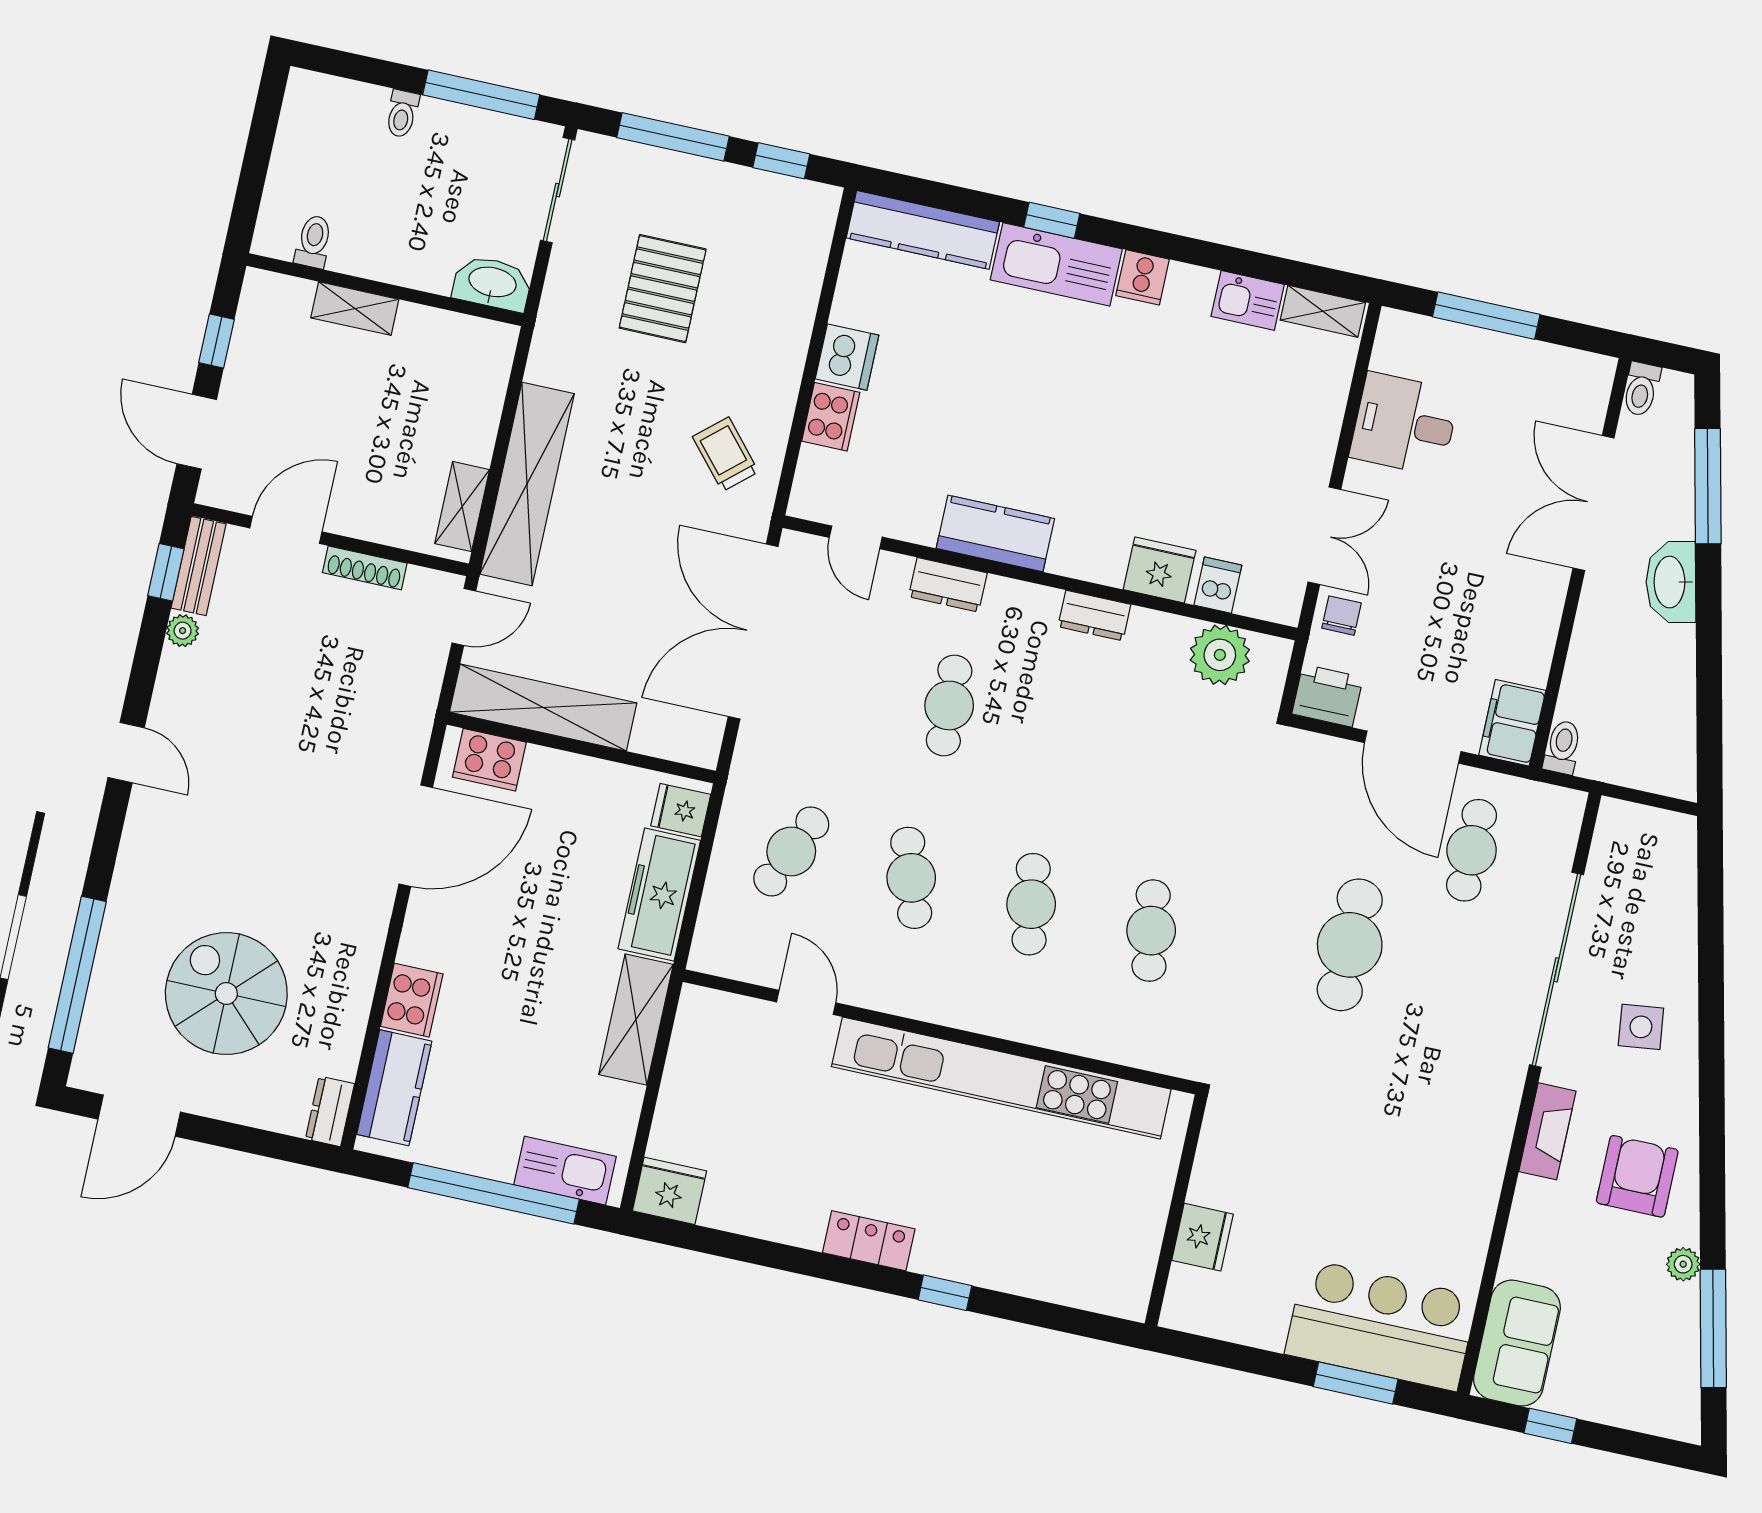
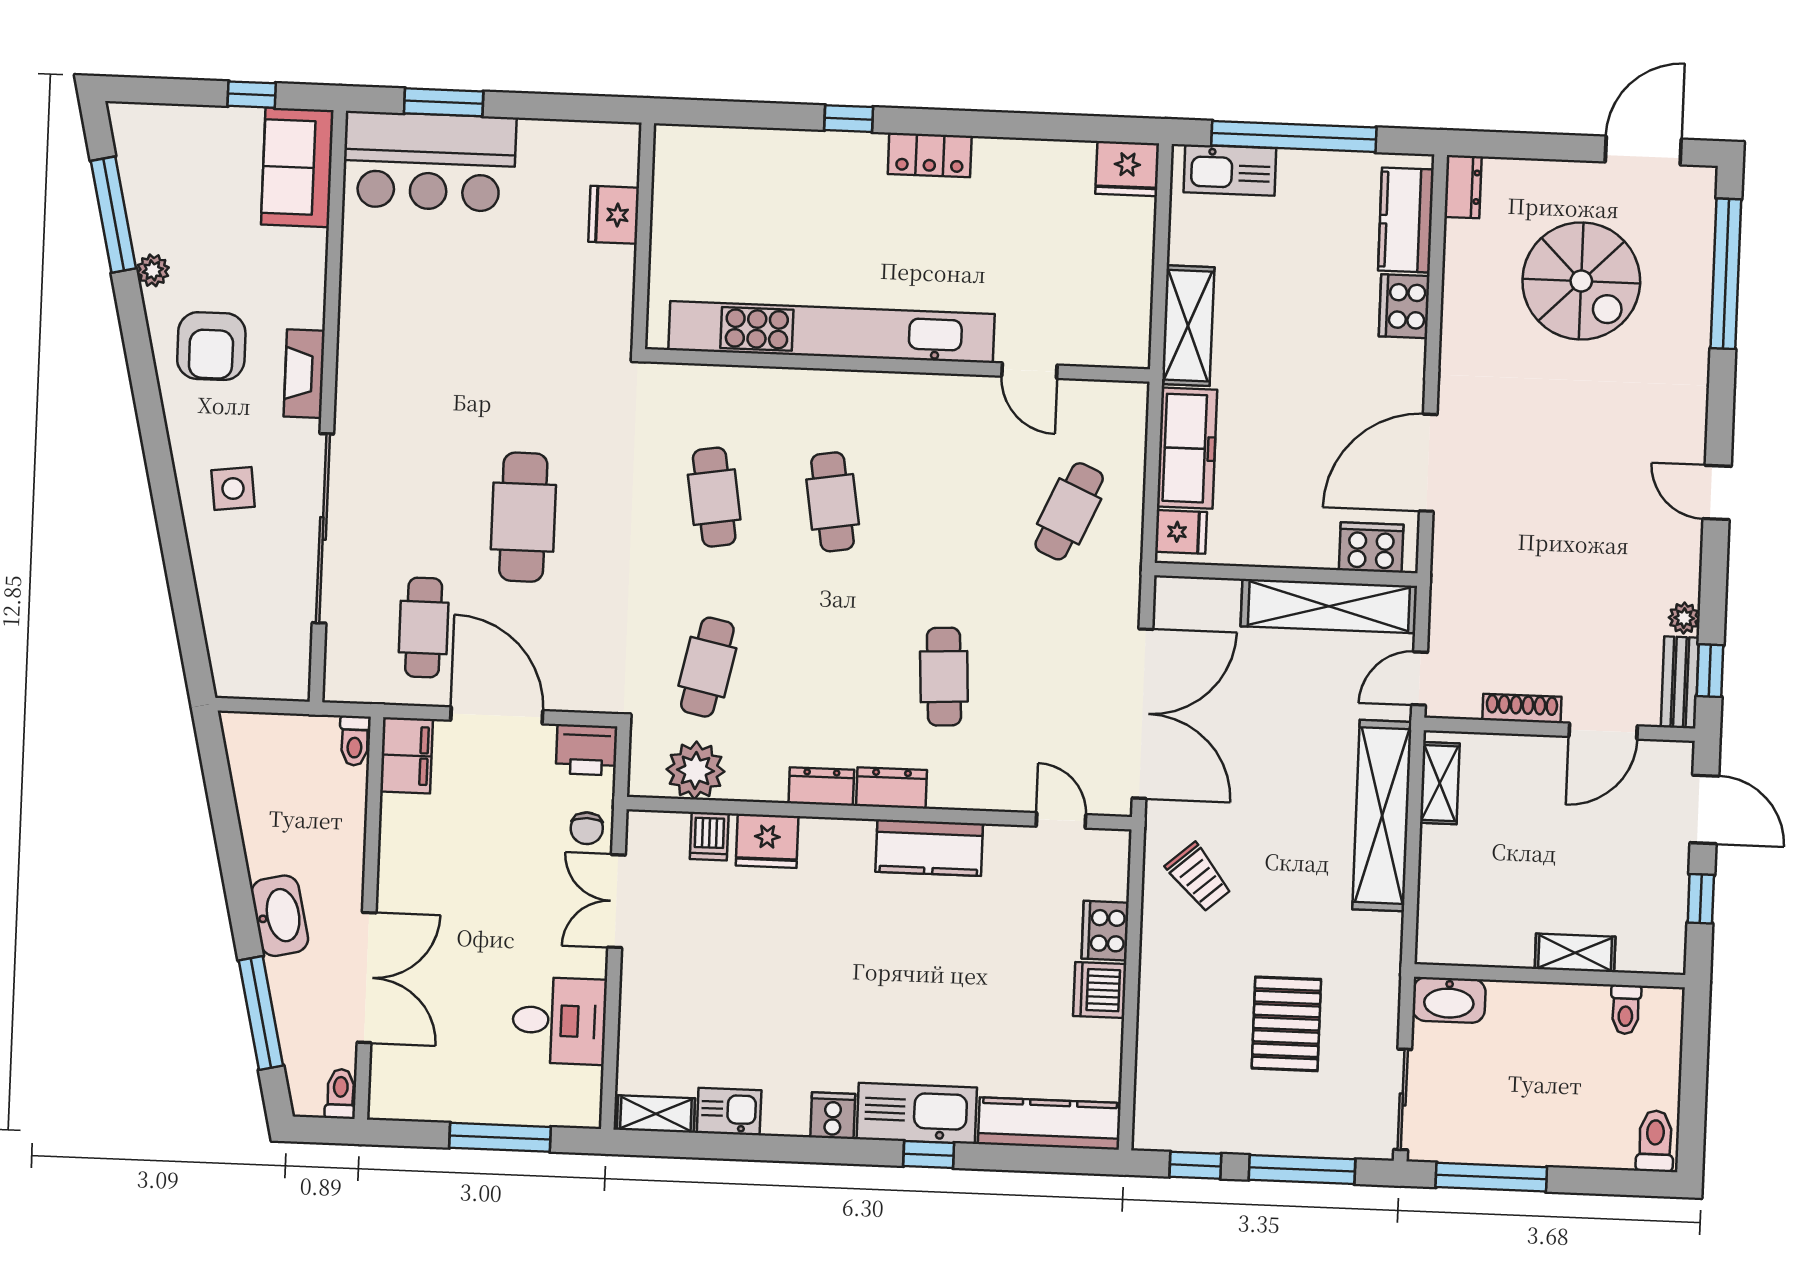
toilet: (402, 114) -> (1655, 1141), moved, width x1.37, depth x1.39
dresser: (948, 585) -> (891, 788), moved
cafe table: (911, 878) -> (707, 667), moved, turned 30

